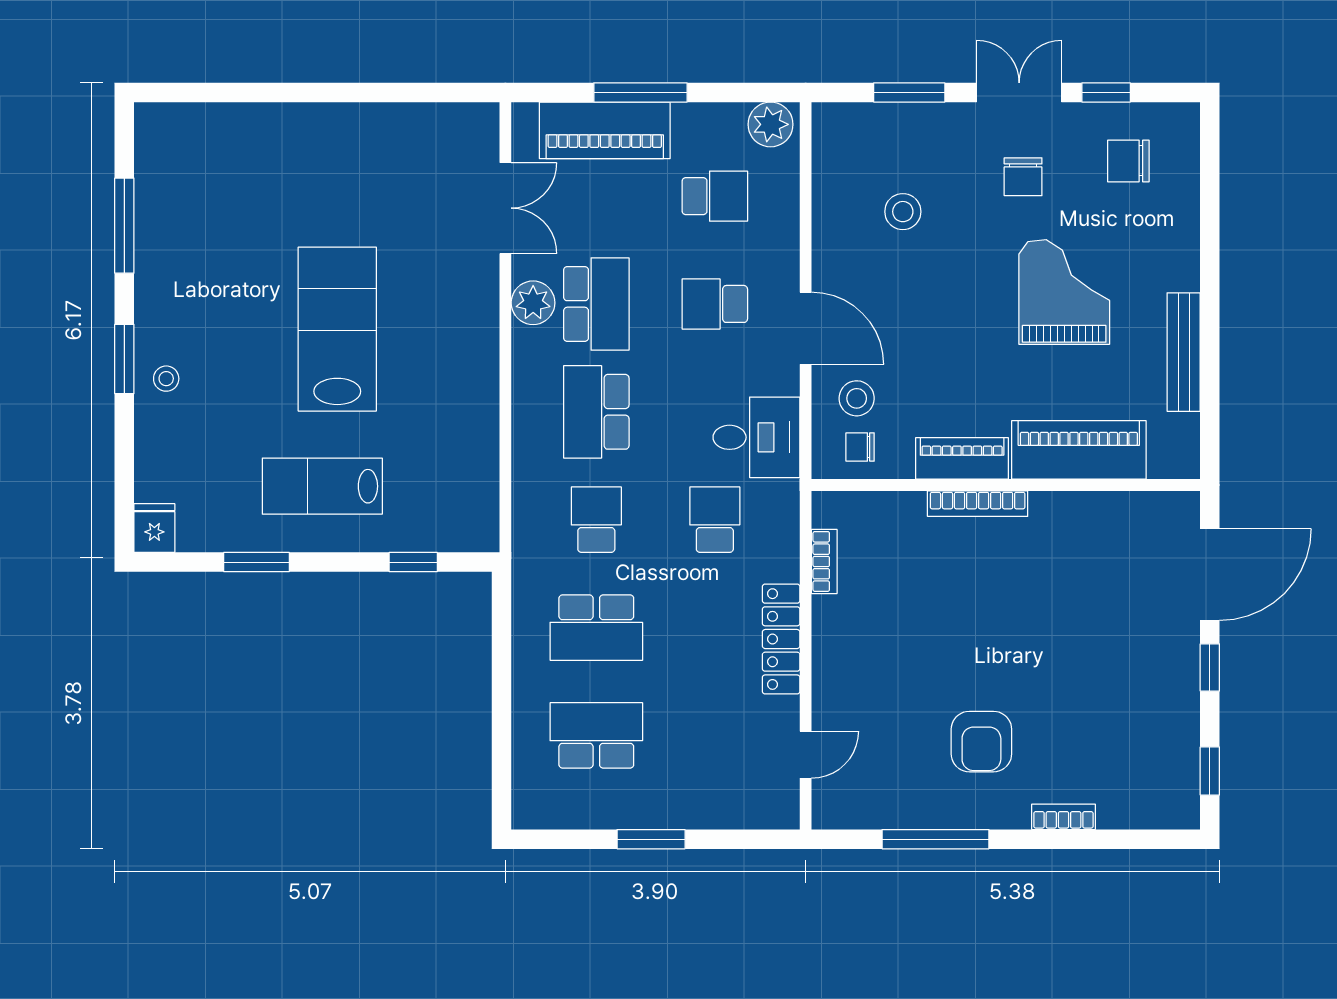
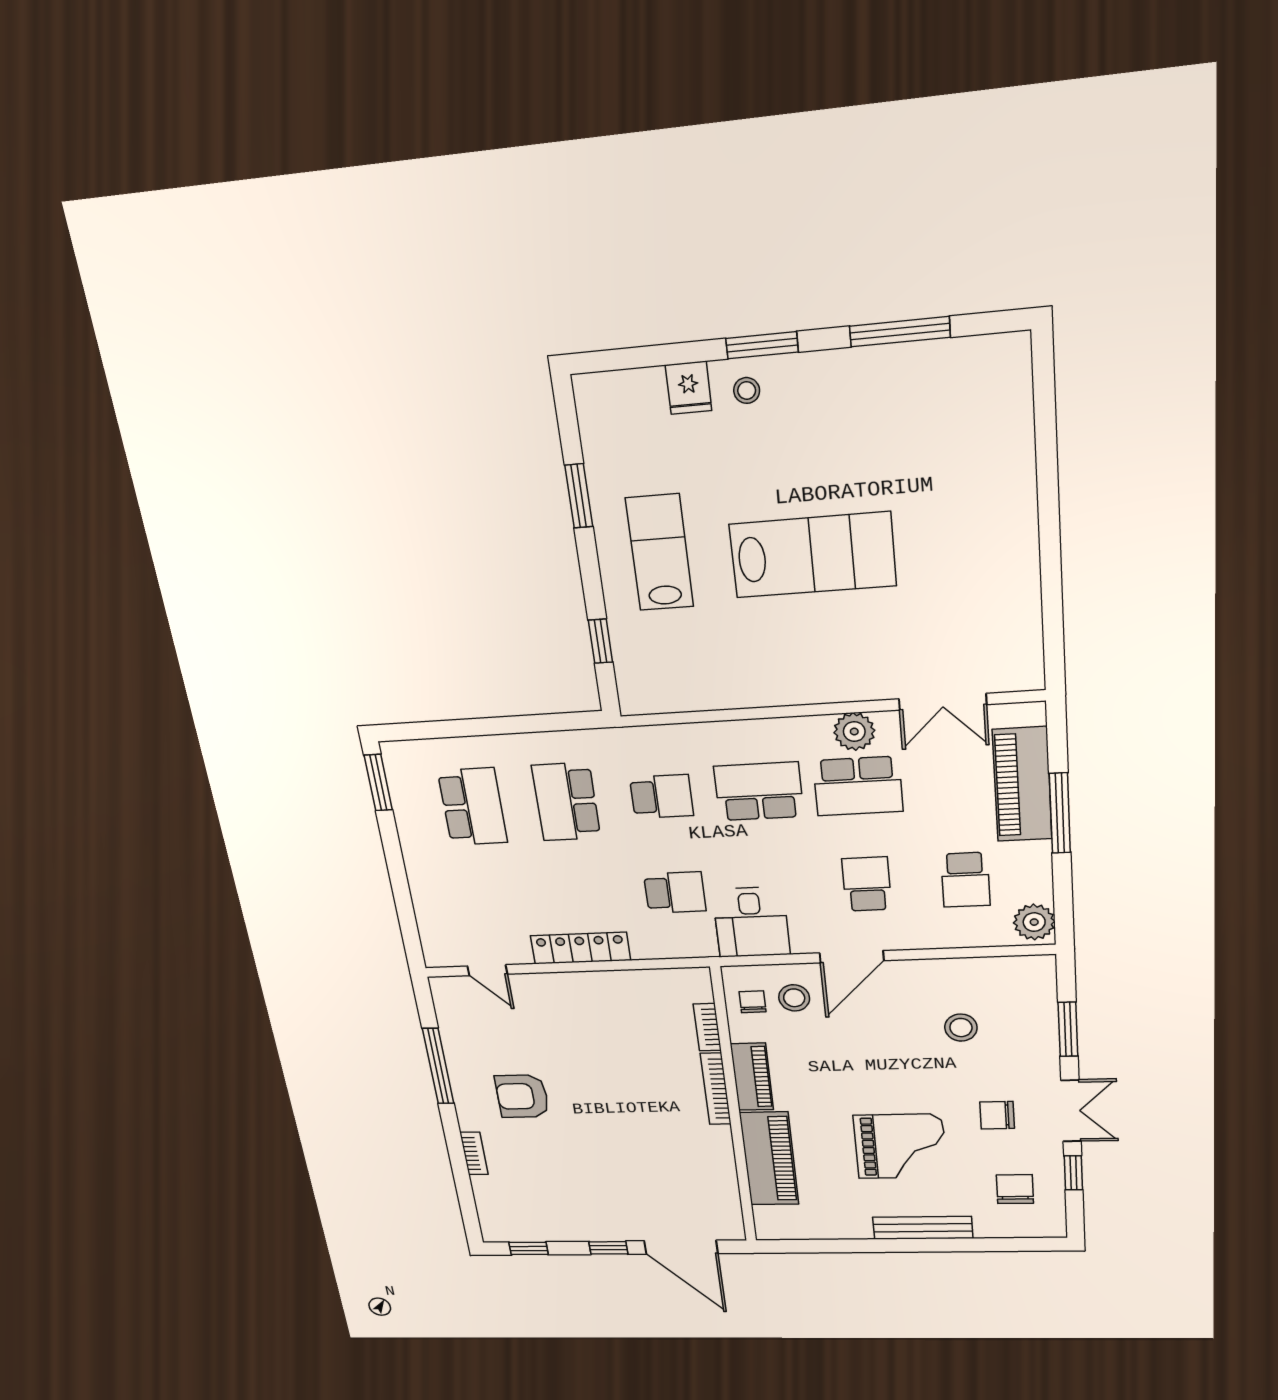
bench: (1184, 352) -> (923, 1228), moved
fridge: (154, 528) -> (689, 388), moved, turned 90
bookcase: (824, 561) -> (707, 1027), moved, turned 90
window: (651, 839) -> (378, 783), moved

